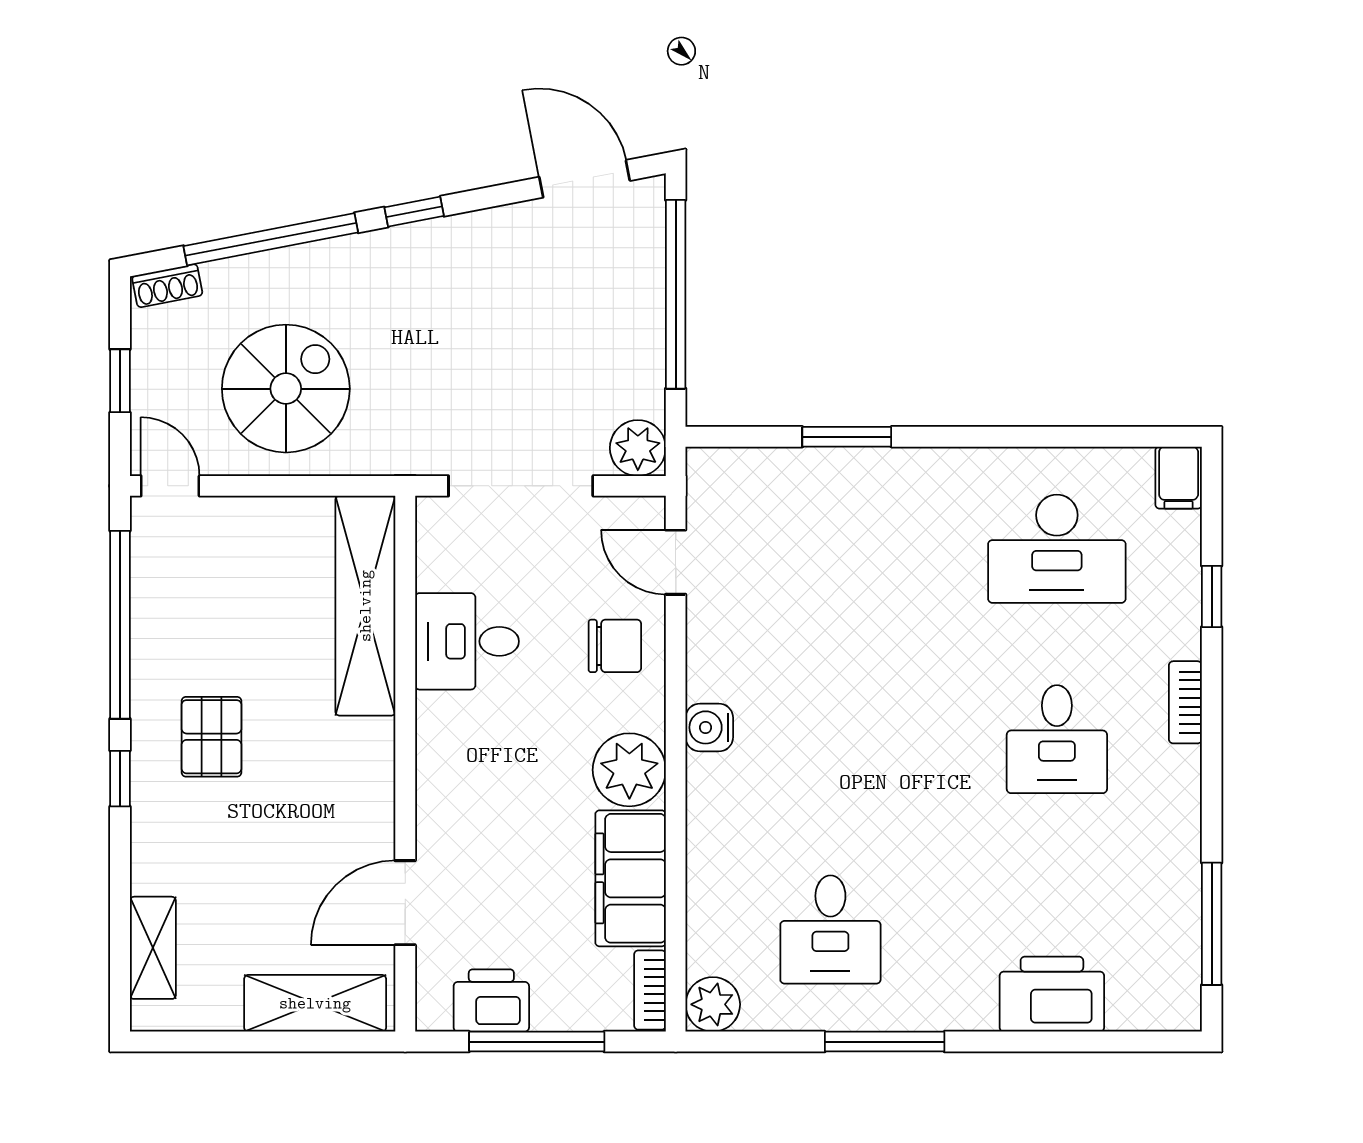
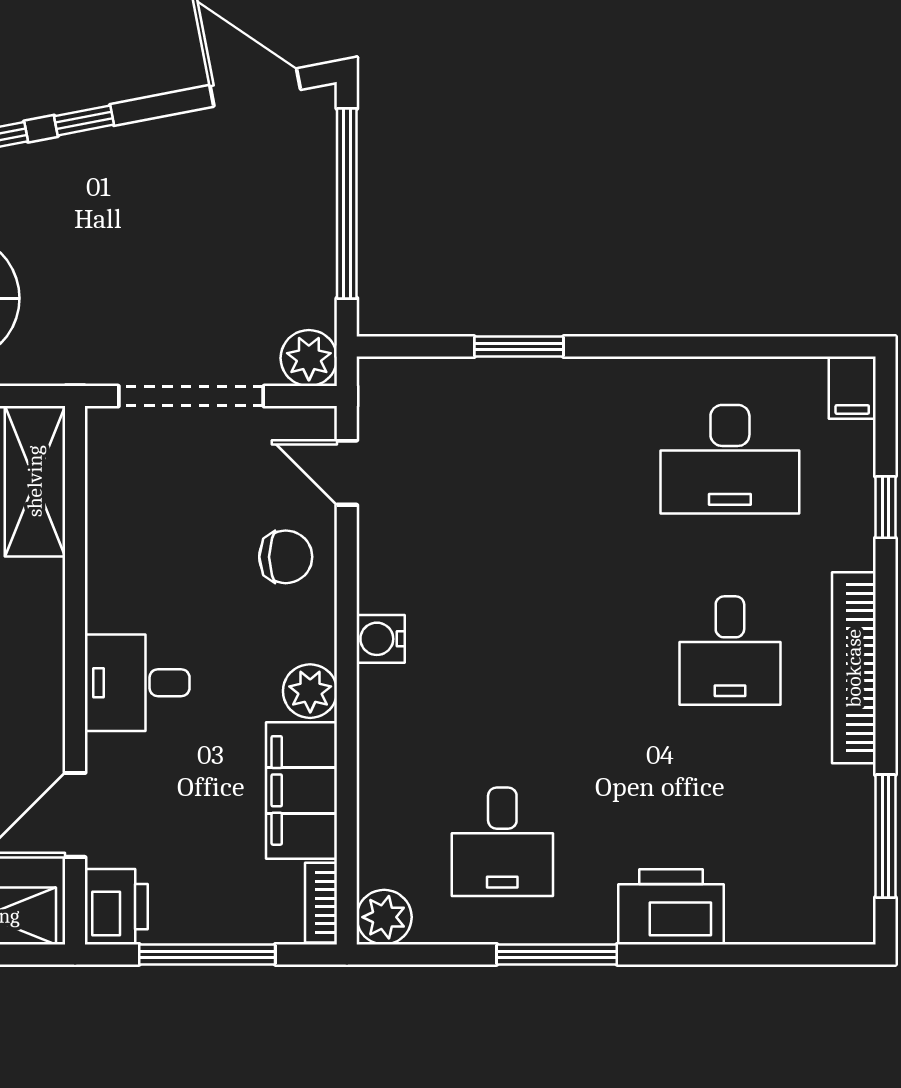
shelving: (365, 606) -> (35, 481), width x0.68
desk: (467, 641) -> (137, 683), moved
bookcase: (1185, 702) -> (854, 668), width x2.31, depth x1.31
plant: (629, 770) -> (310, 691), width x0.73, depth x0.73
printer: (1052, 994) -> (671, 907), moved
printer: (491, 1001) -> (116, 907), moved, turned 90

